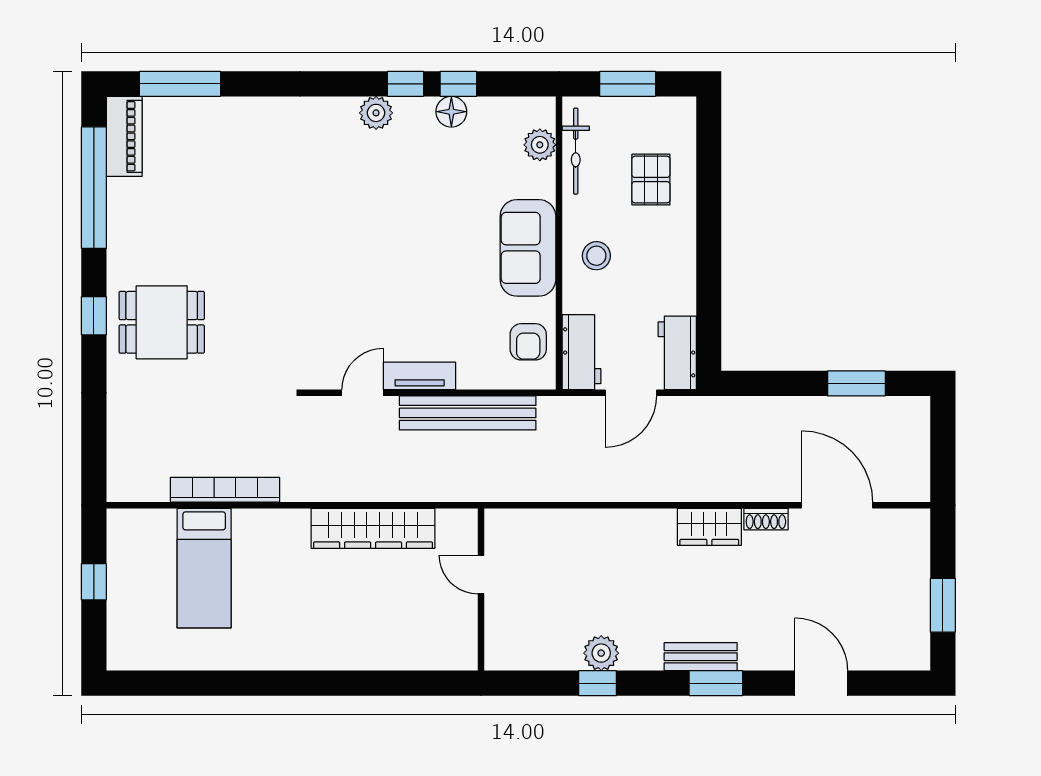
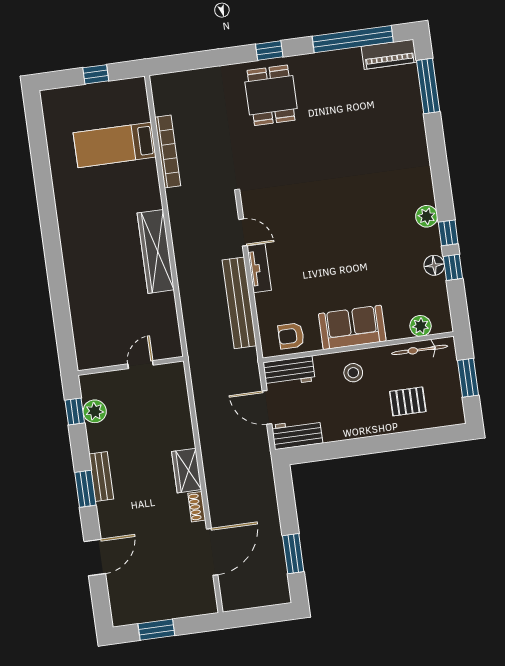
door: (481, 574) -> (140, 365), moved
wall: (481, 589) -> (131, 366), moved

